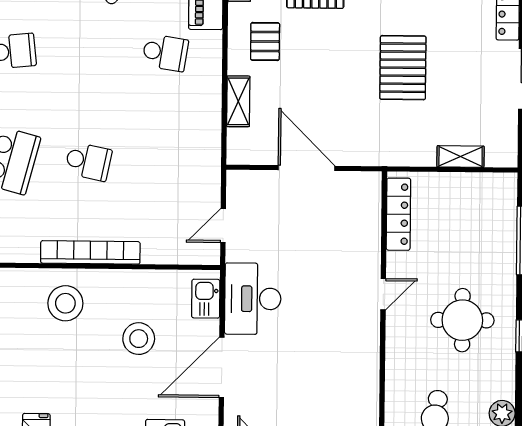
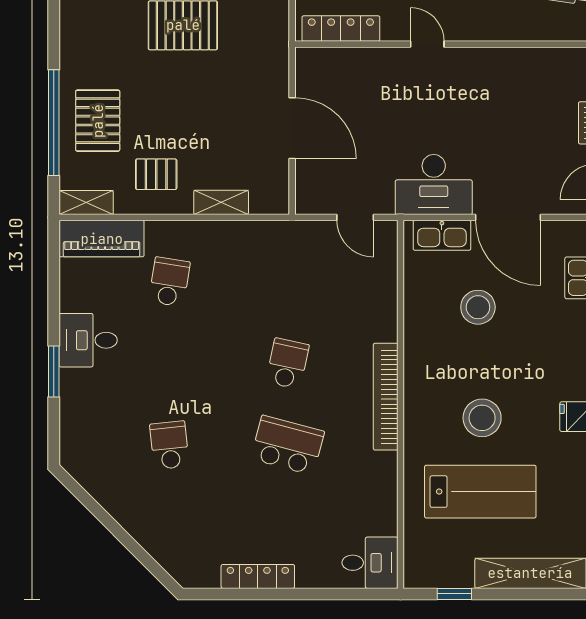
door: (307, 168) -> (292, 128), swing flipped
bookcase: (90, 252) -> (386, 397), moved
kitchen sink: (206, 299) -> (442, 235), width x1.38
stool: (65, 303) -> (482, 418), moved

